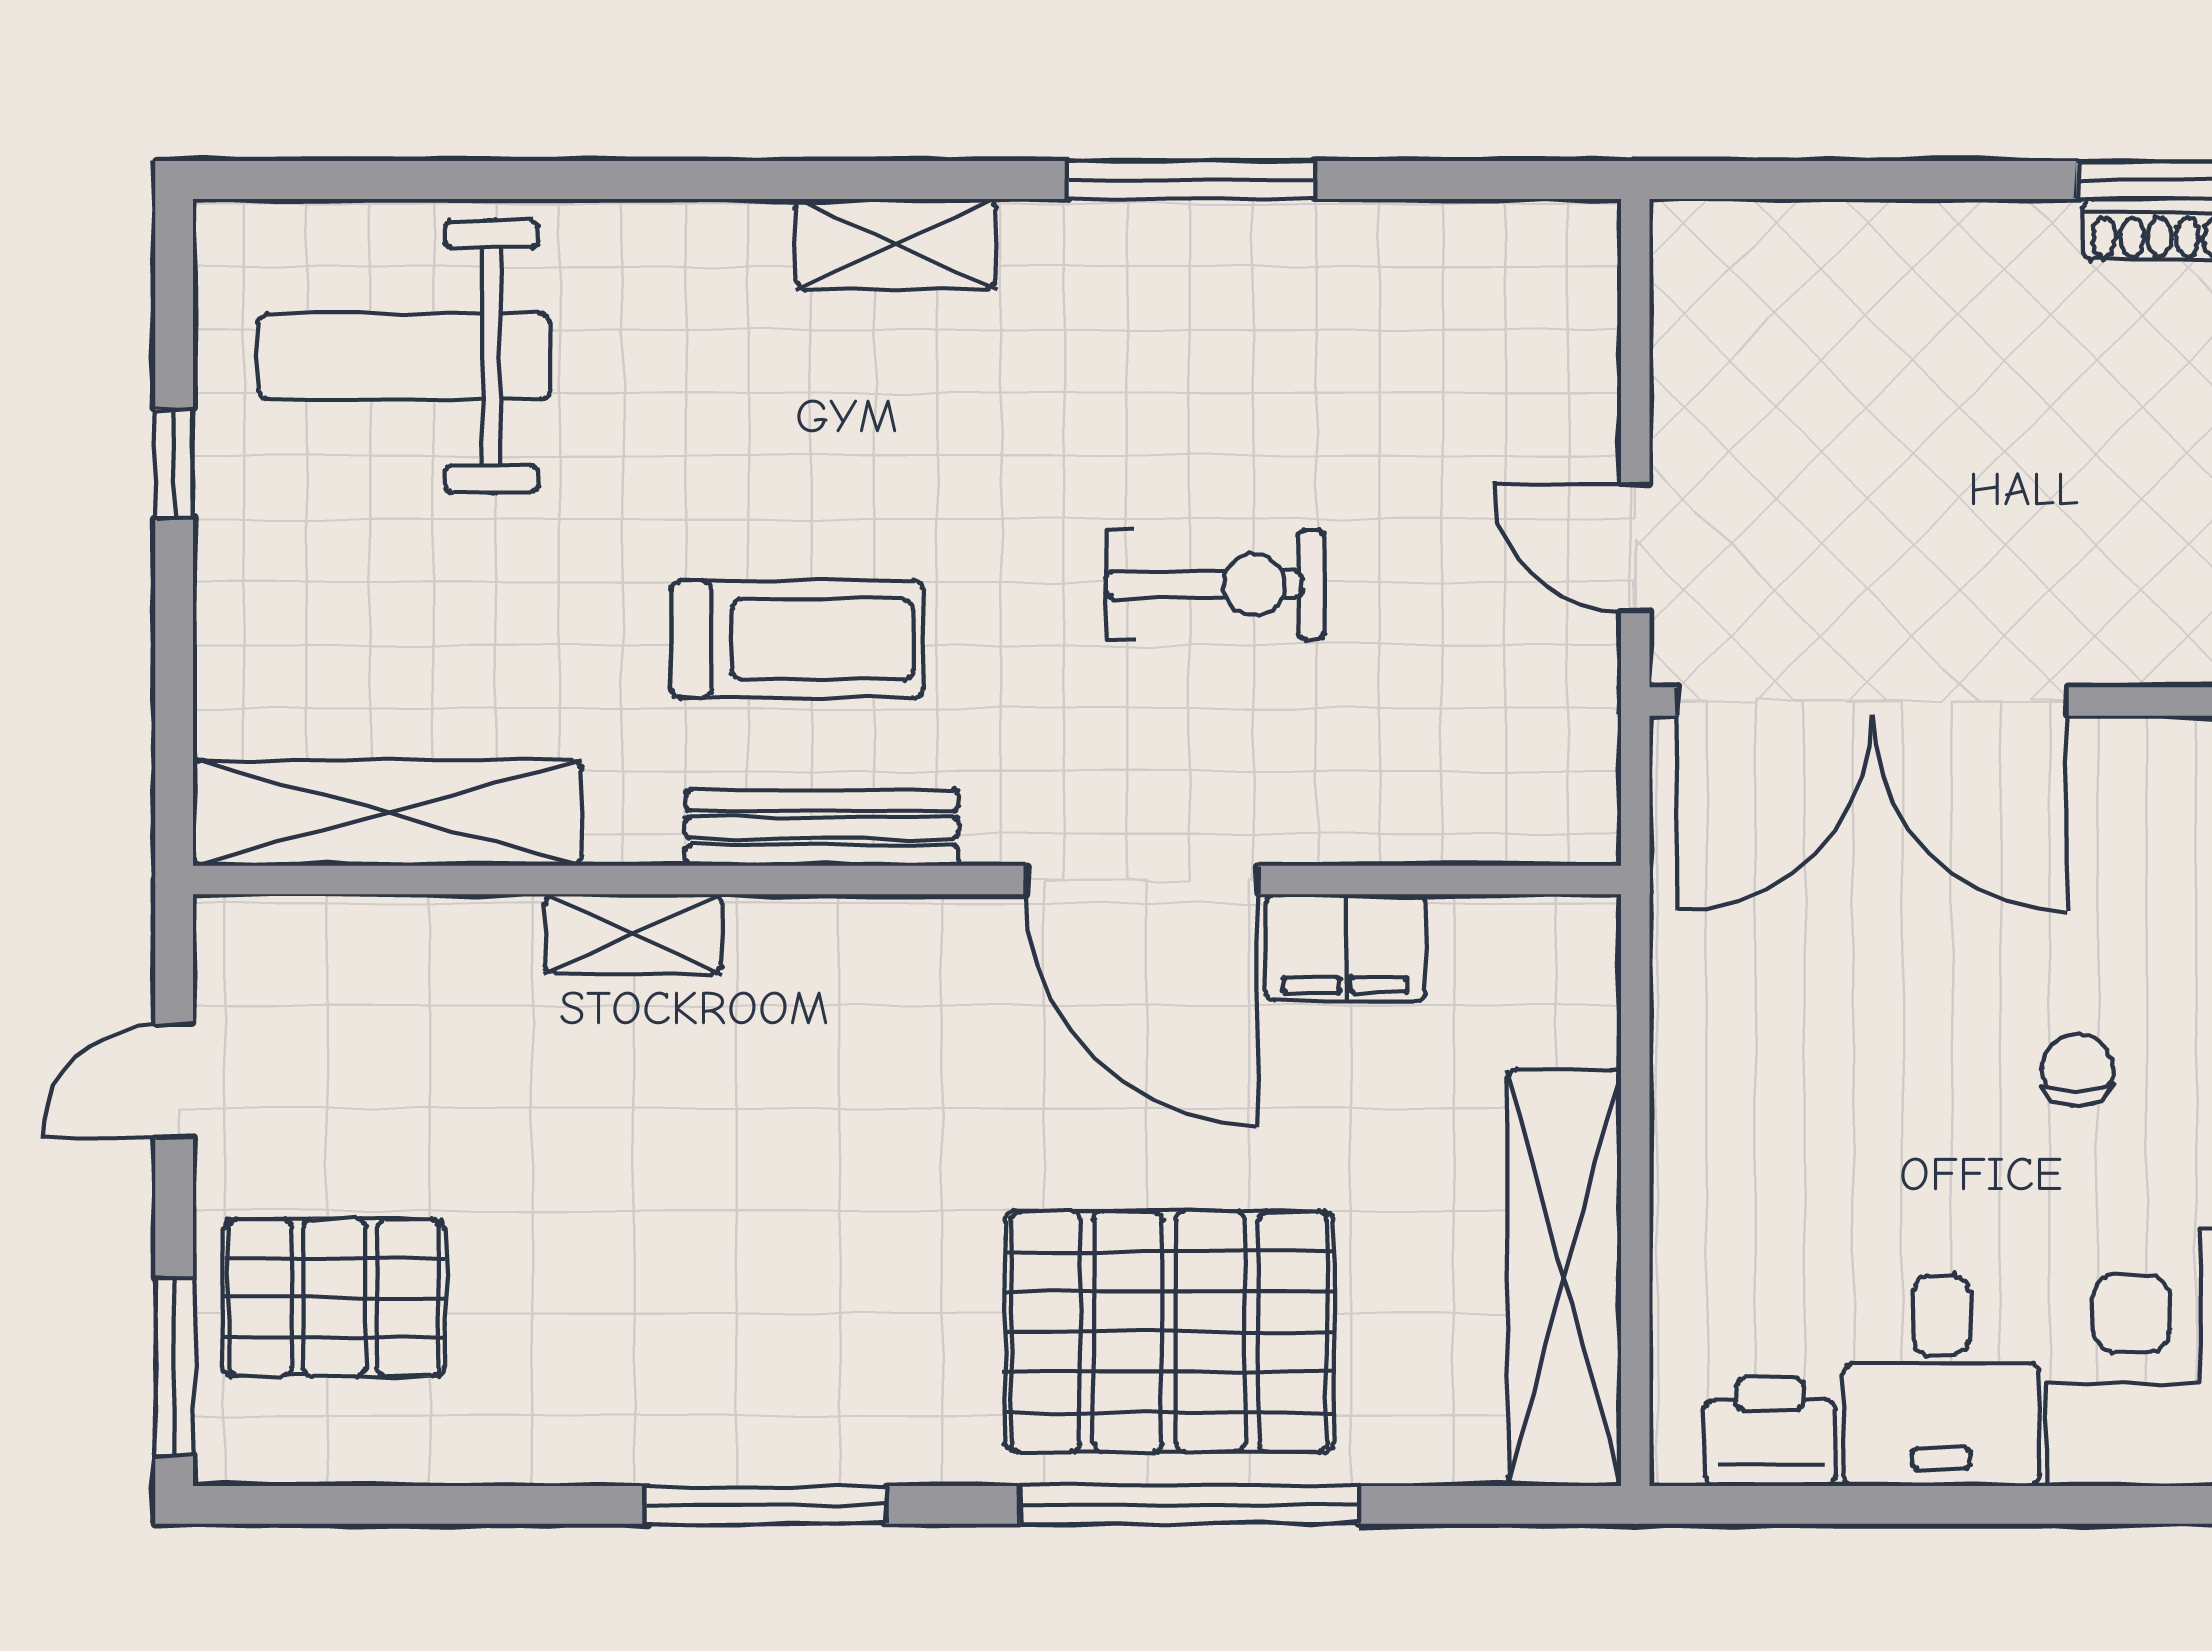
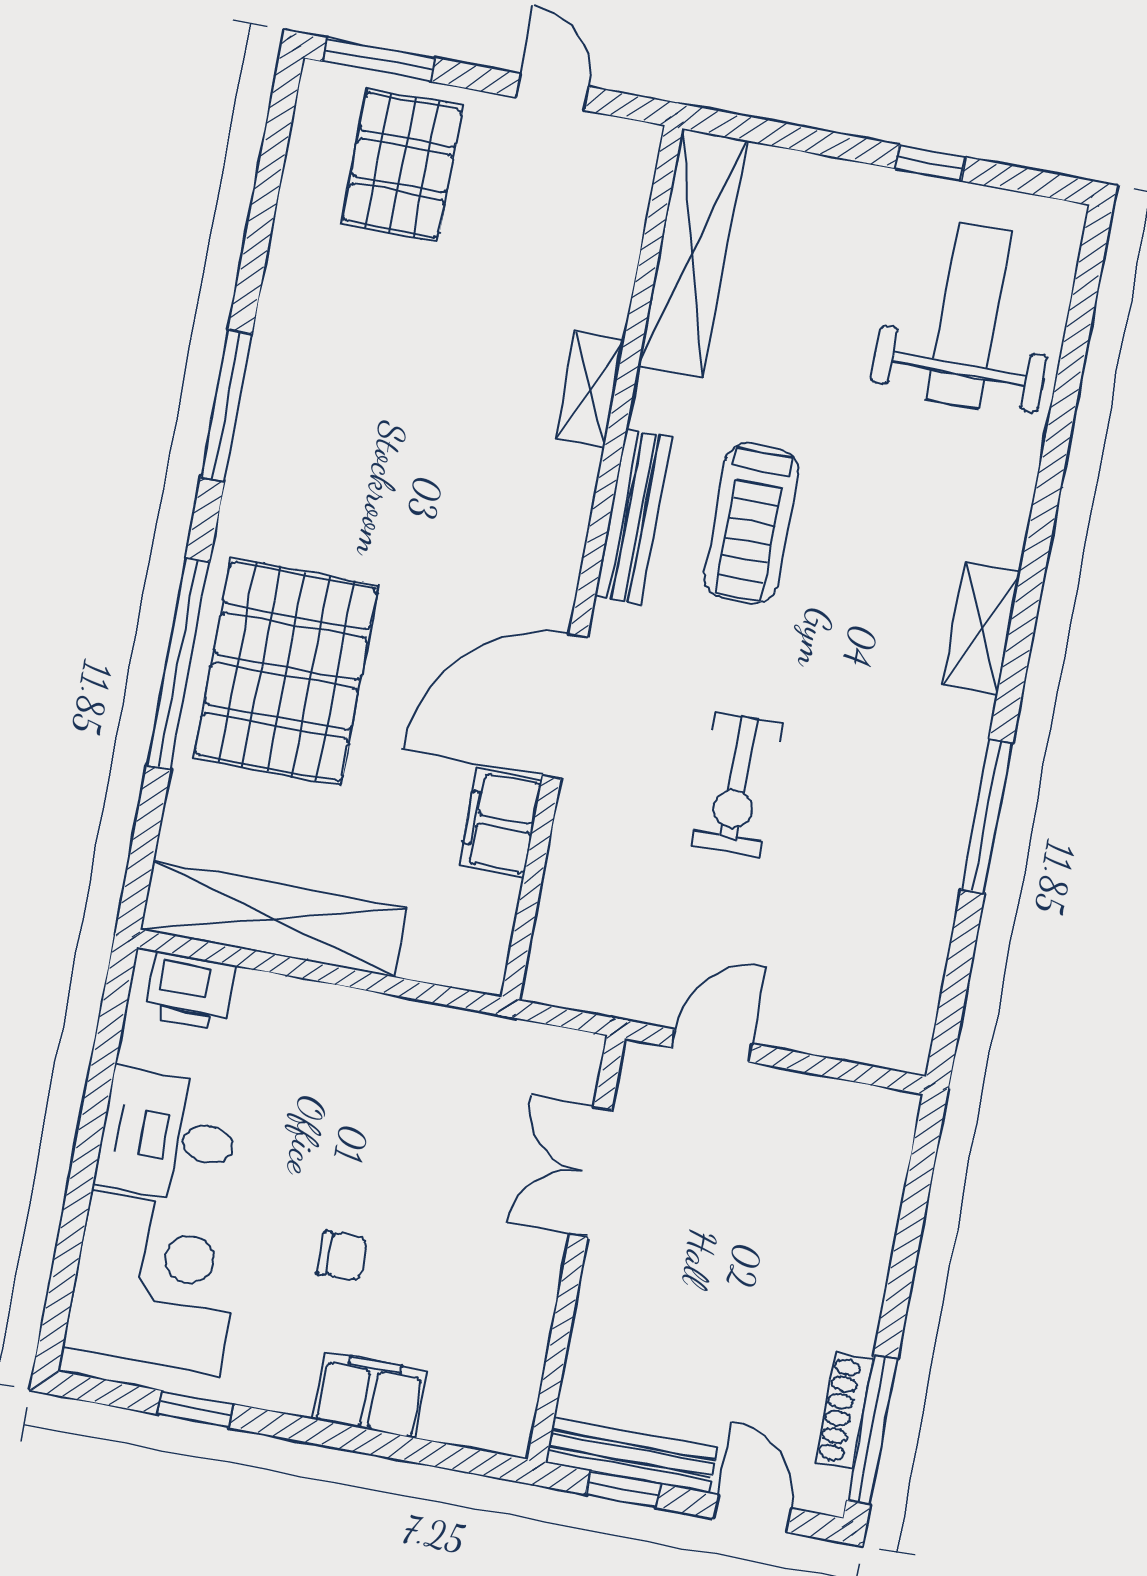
double door: (1872, 701) -> (591, 1172), width x0.54
printer: (1770, 1432) -> (190, 991), moved, turned 90

